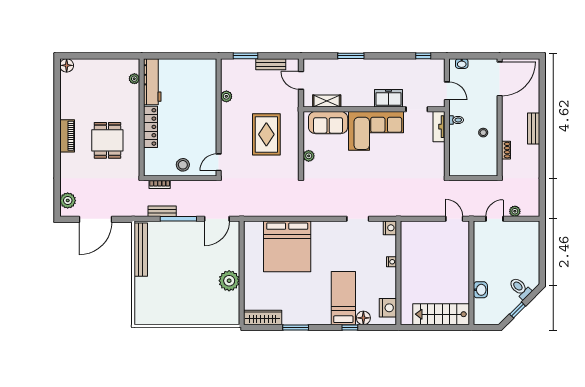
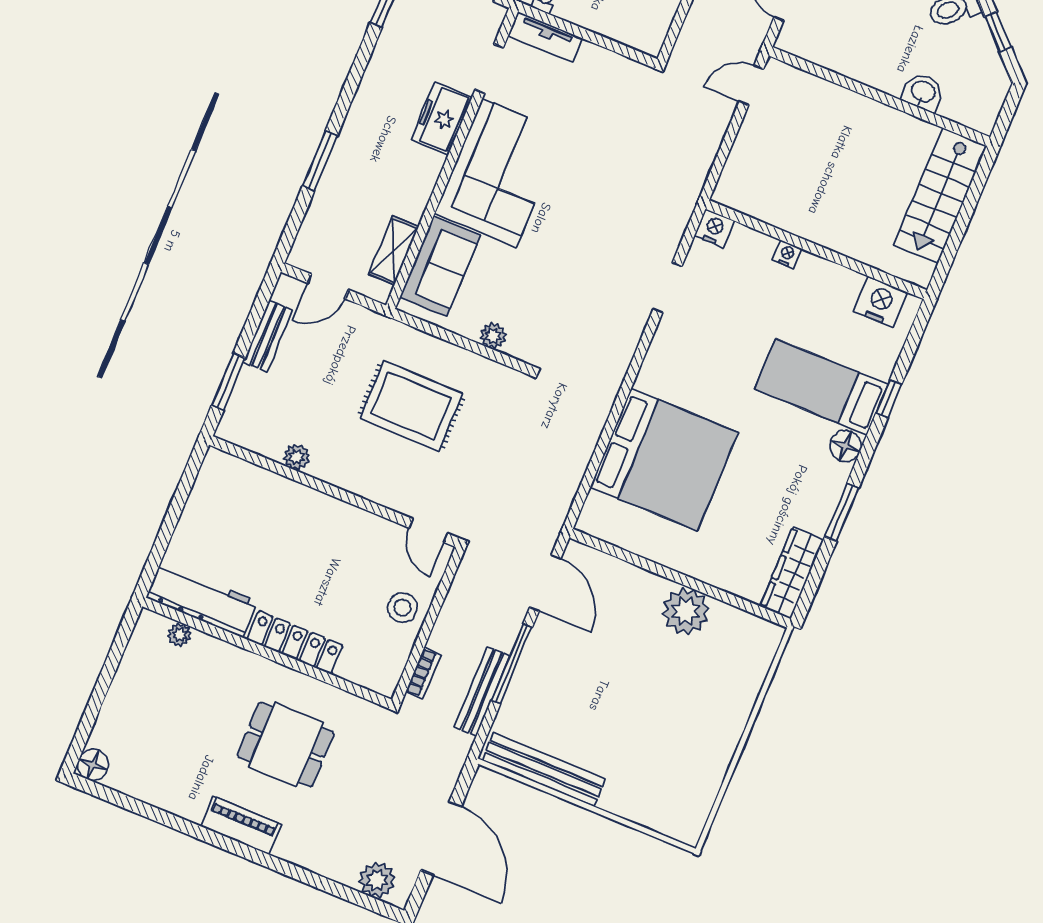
bench: (162, 211) -> (482, 692), width x1.36
floor lamp: (363, 318) -> (846, 446), moved

